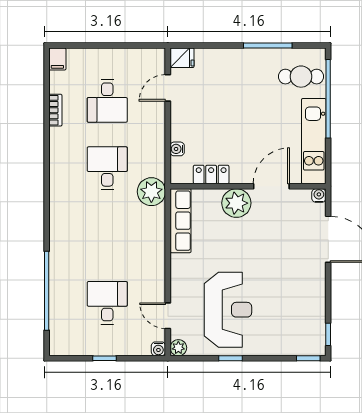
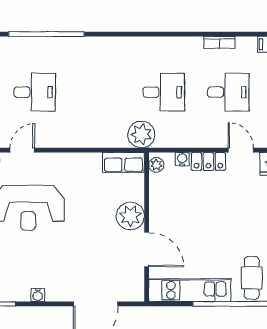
desk: (107, 101) -> (228, 92), turned 180
locker: (211, 174) -> (208, 162), moved, turned 90
plant: (183, 176) -> (156, 165), added
water cooler: (319, 196) -> (38, 295), moved, turned 90
row of seats: (181, 221) -> (123, 162), width x0.68

